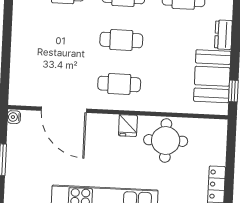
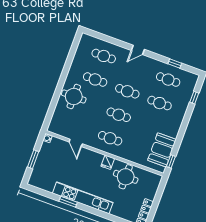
round table: (36, 33) -> (74, 97), added
dresser: (223, 35) -> (175, 129), removed
door: (64, 110) -> (76, 143), width x0.53

